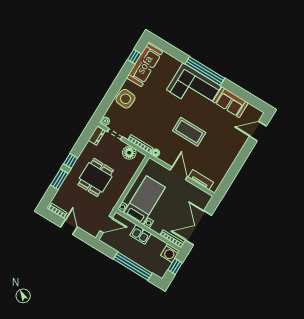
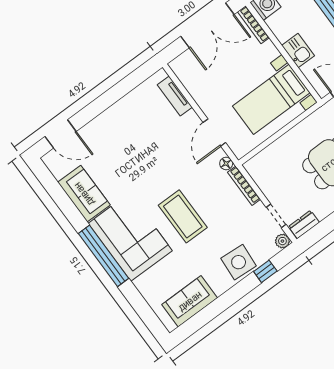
window: (134, 57) -> (265, 271), moved
sofa: (145, 65) -> (190, 301), width x0.73
coffee table: (189, 132) -> (183, 216), moved
floor lamp: (129, 153) -> (266, 179), removed
door: (179, 173) -> (214, 133), moved

